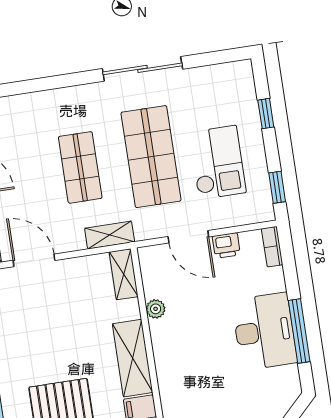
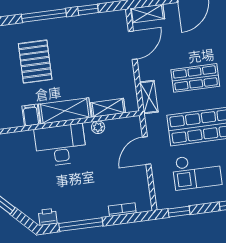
printer: (226, 245) -> (48, 217), moved, turned 90
bookcase: (272, 247) -> (122, 210), moved
shelving: (124, 274) -> (108, 108), moved
desk: (264, 331) -> (60, 145), moved, turned 180

